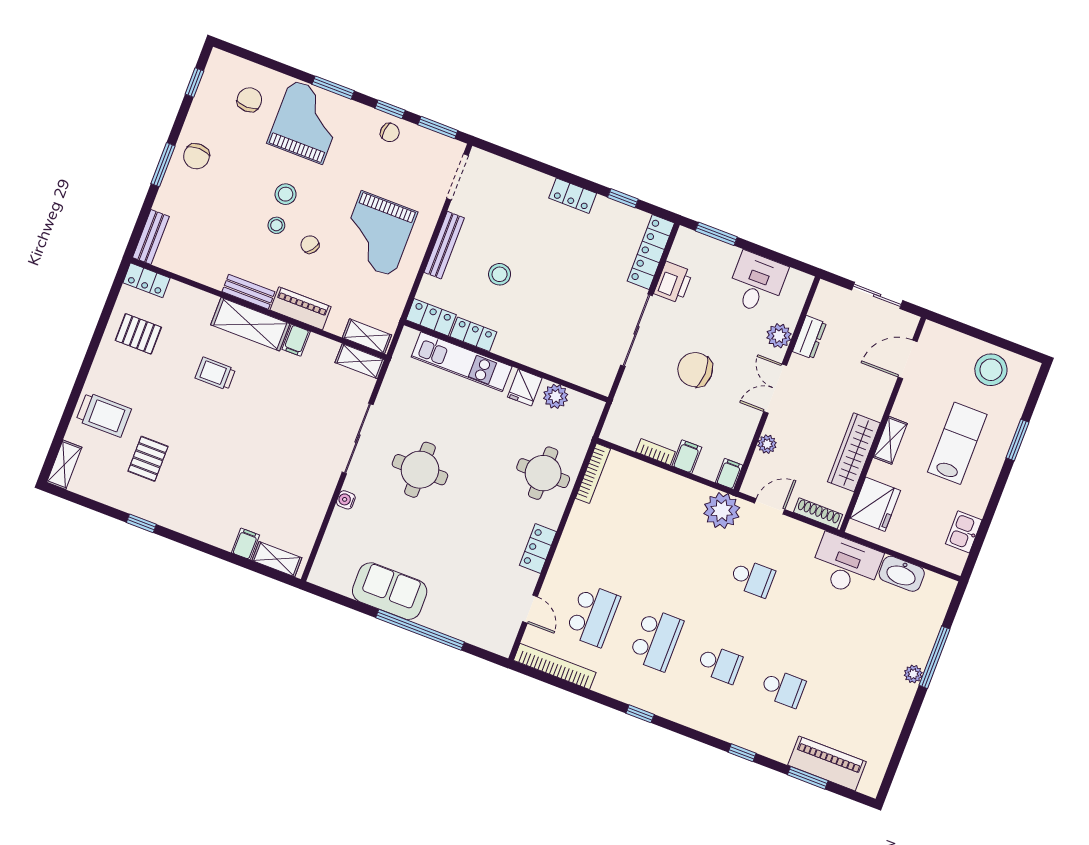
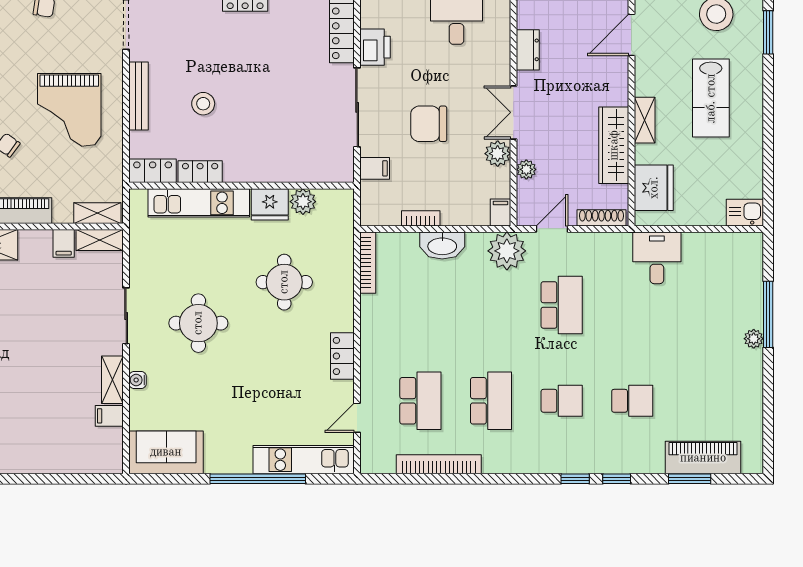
plant: (779, 336) -> (498, 154), moved
filing cabinet: (296, 340) -> (64, 243), moved
fridge: (525, 387) -> (270, 204), width x1.38
sliding door: (358, 438) -> (126, 316), width x0.73
window: (1017, 440) -> (768, 32), moved
lab bench: (957, 443) -> (711, 98), turned 180
filing cabinet: (687, 457) -> (375, 168), moved, turned 90
round table: (543, 473) -> (284, 282), moved
kitchen sink: (964, 532) -> (745, 213), moved, turned 90
filing cabinet: (245, 544) -> (109, 416), moved, turned -90
shelving: (277, 559) -> (112, 380), moved, turned 90
desk: (846, 565) -> (657, 258), width x0.73
washbasin: (902, 574) -> (442, 245), moved
school desk: (752, 578) -> (562, 305), width x1.85
sofa: (390, 591) -> (166, 452), moved
door: (530, 609) -> (357, 418), swing flipped
kitchen unit: (468, 628) -> (304, 460), added
bookcase: (555, 666) -> (439, 464), moved
window: (640, 714) -> (575, 479), moved

